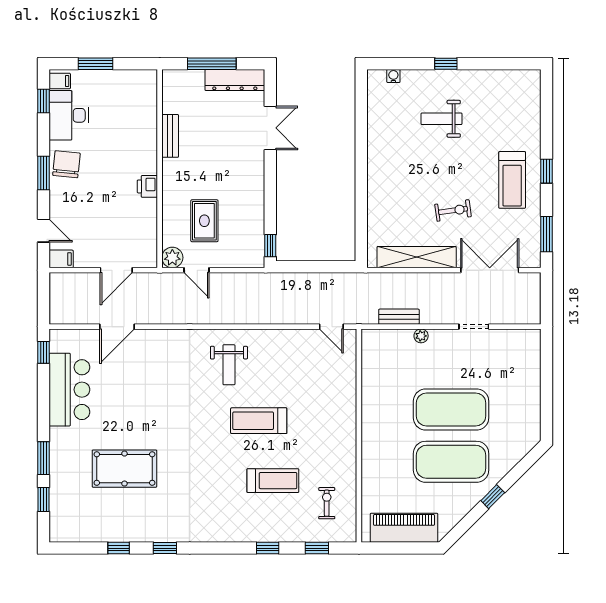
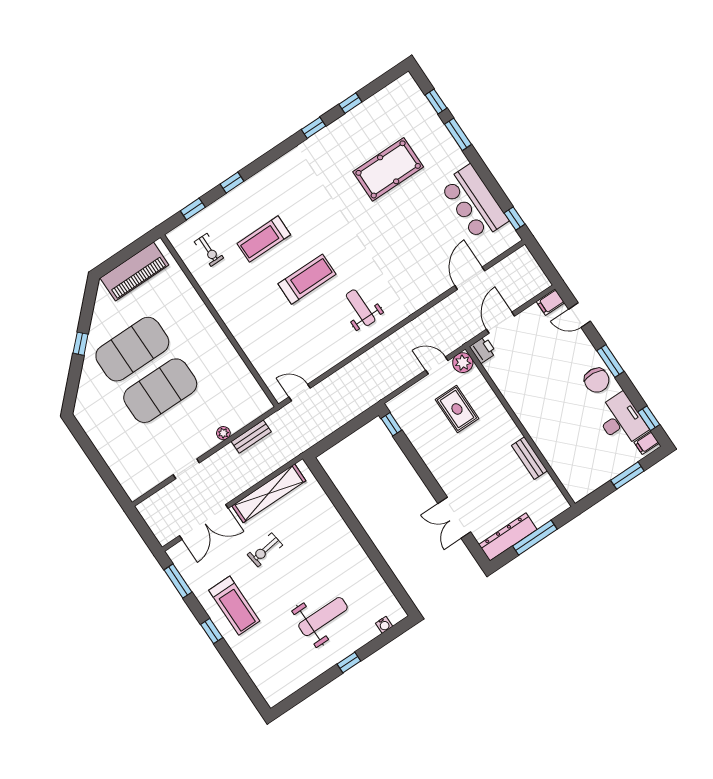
weight bench: (442, 119) -> (323, 617), width x1.36, depth x1.33
treadmill: (512, 180) -> (234, 606), turned 180
printer: (147, 186) -> (483, 350), moved

